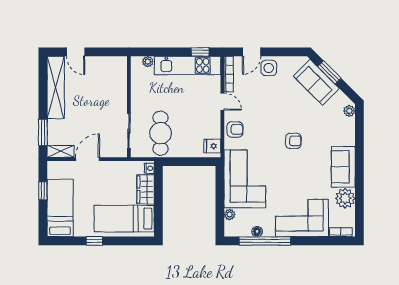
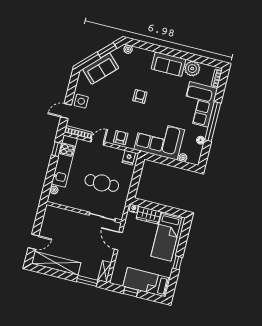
door: (252, 52) -> (66, 111), swing flipped
window: (329, 72) -> (107, 50), moved
cafe table: (160, 133) -> (102, 183), moved
door: (87, 159) -> (118, 241), moved
window: (265, 241) -> (213, 122), moved

